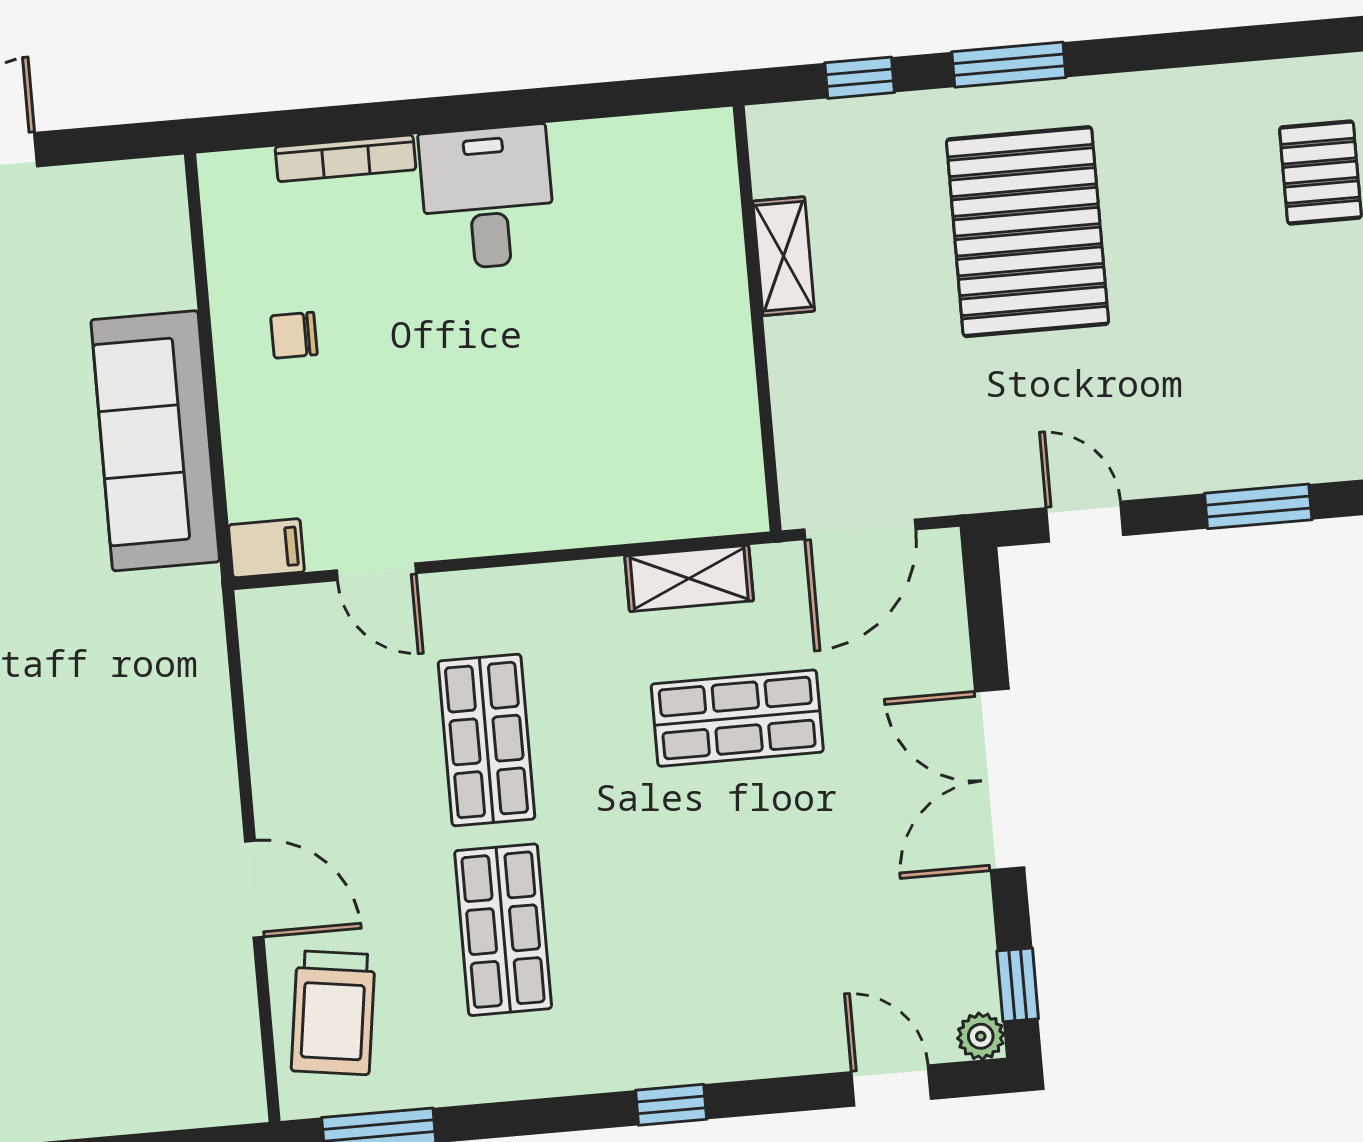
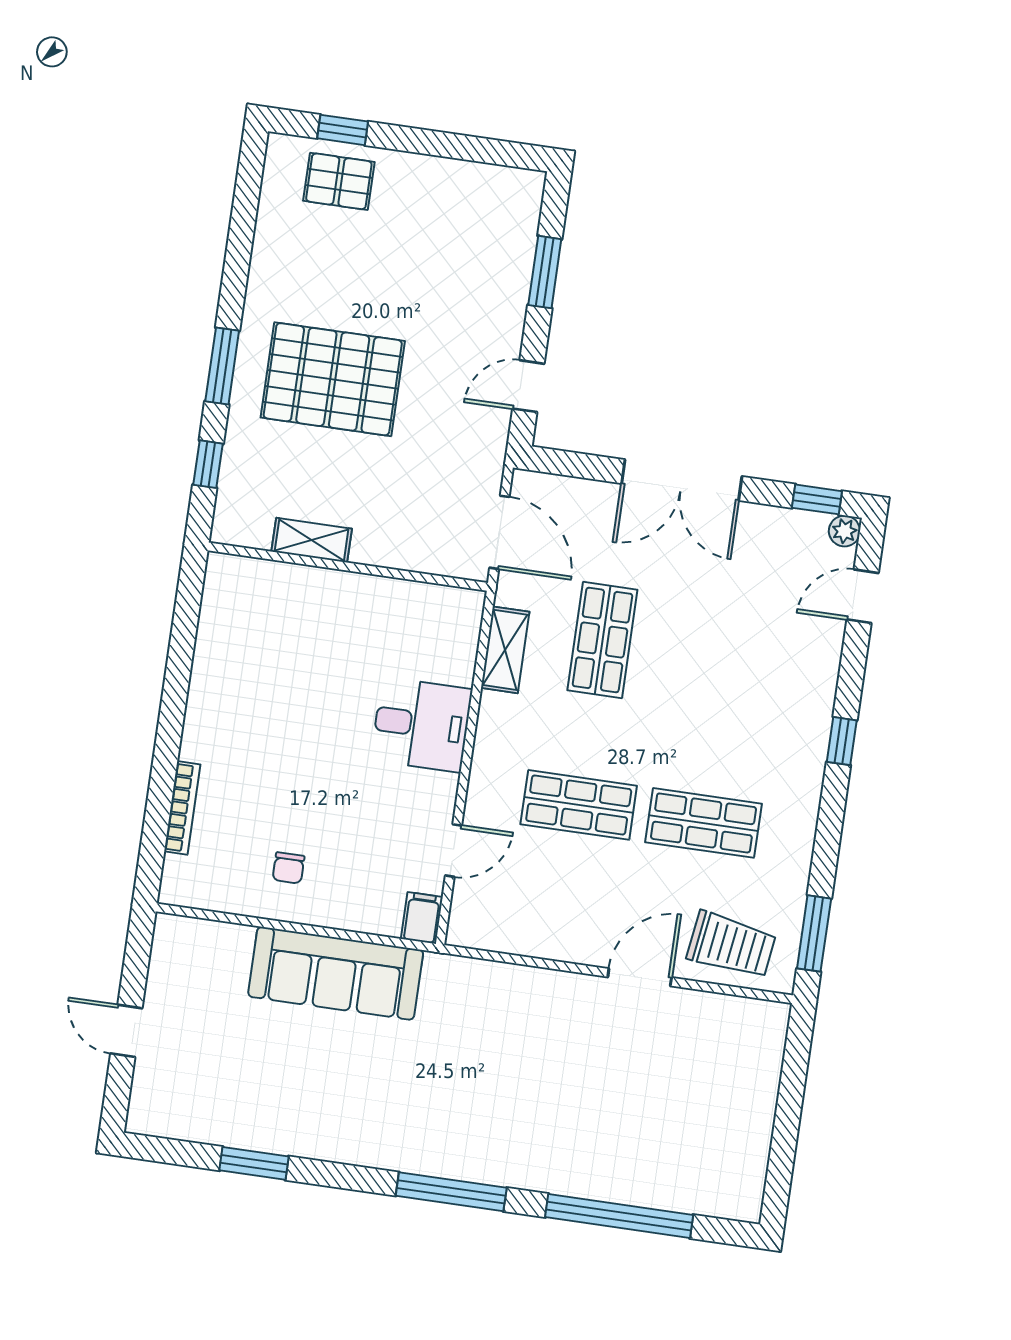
desk: (487, 197) -> (421, 725), moved, turned 180

